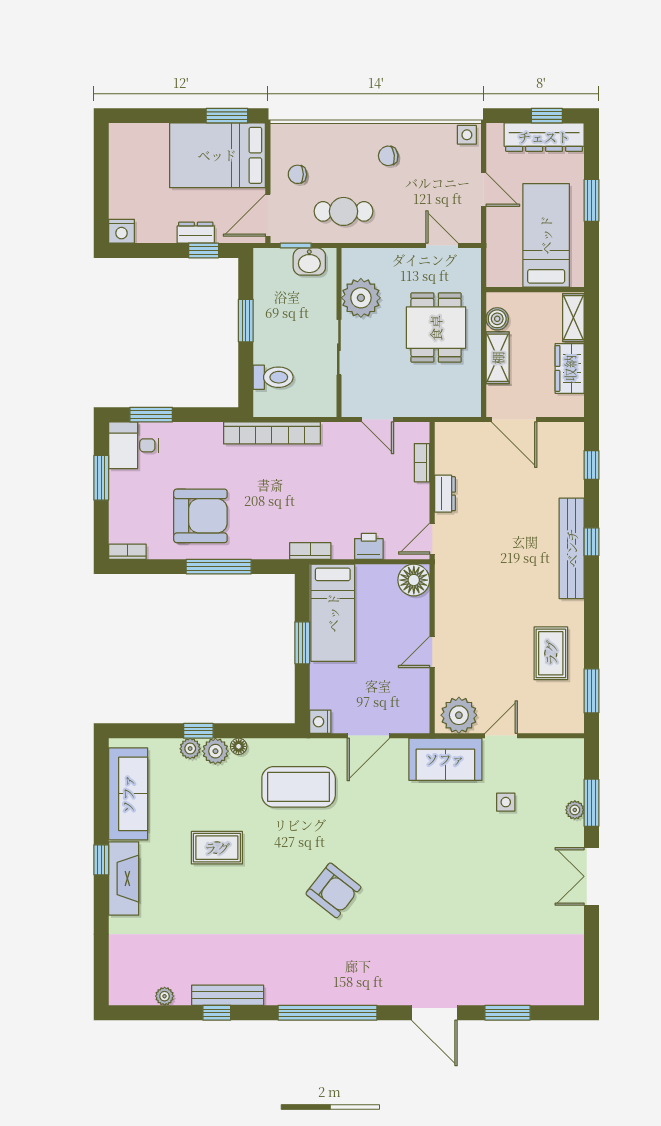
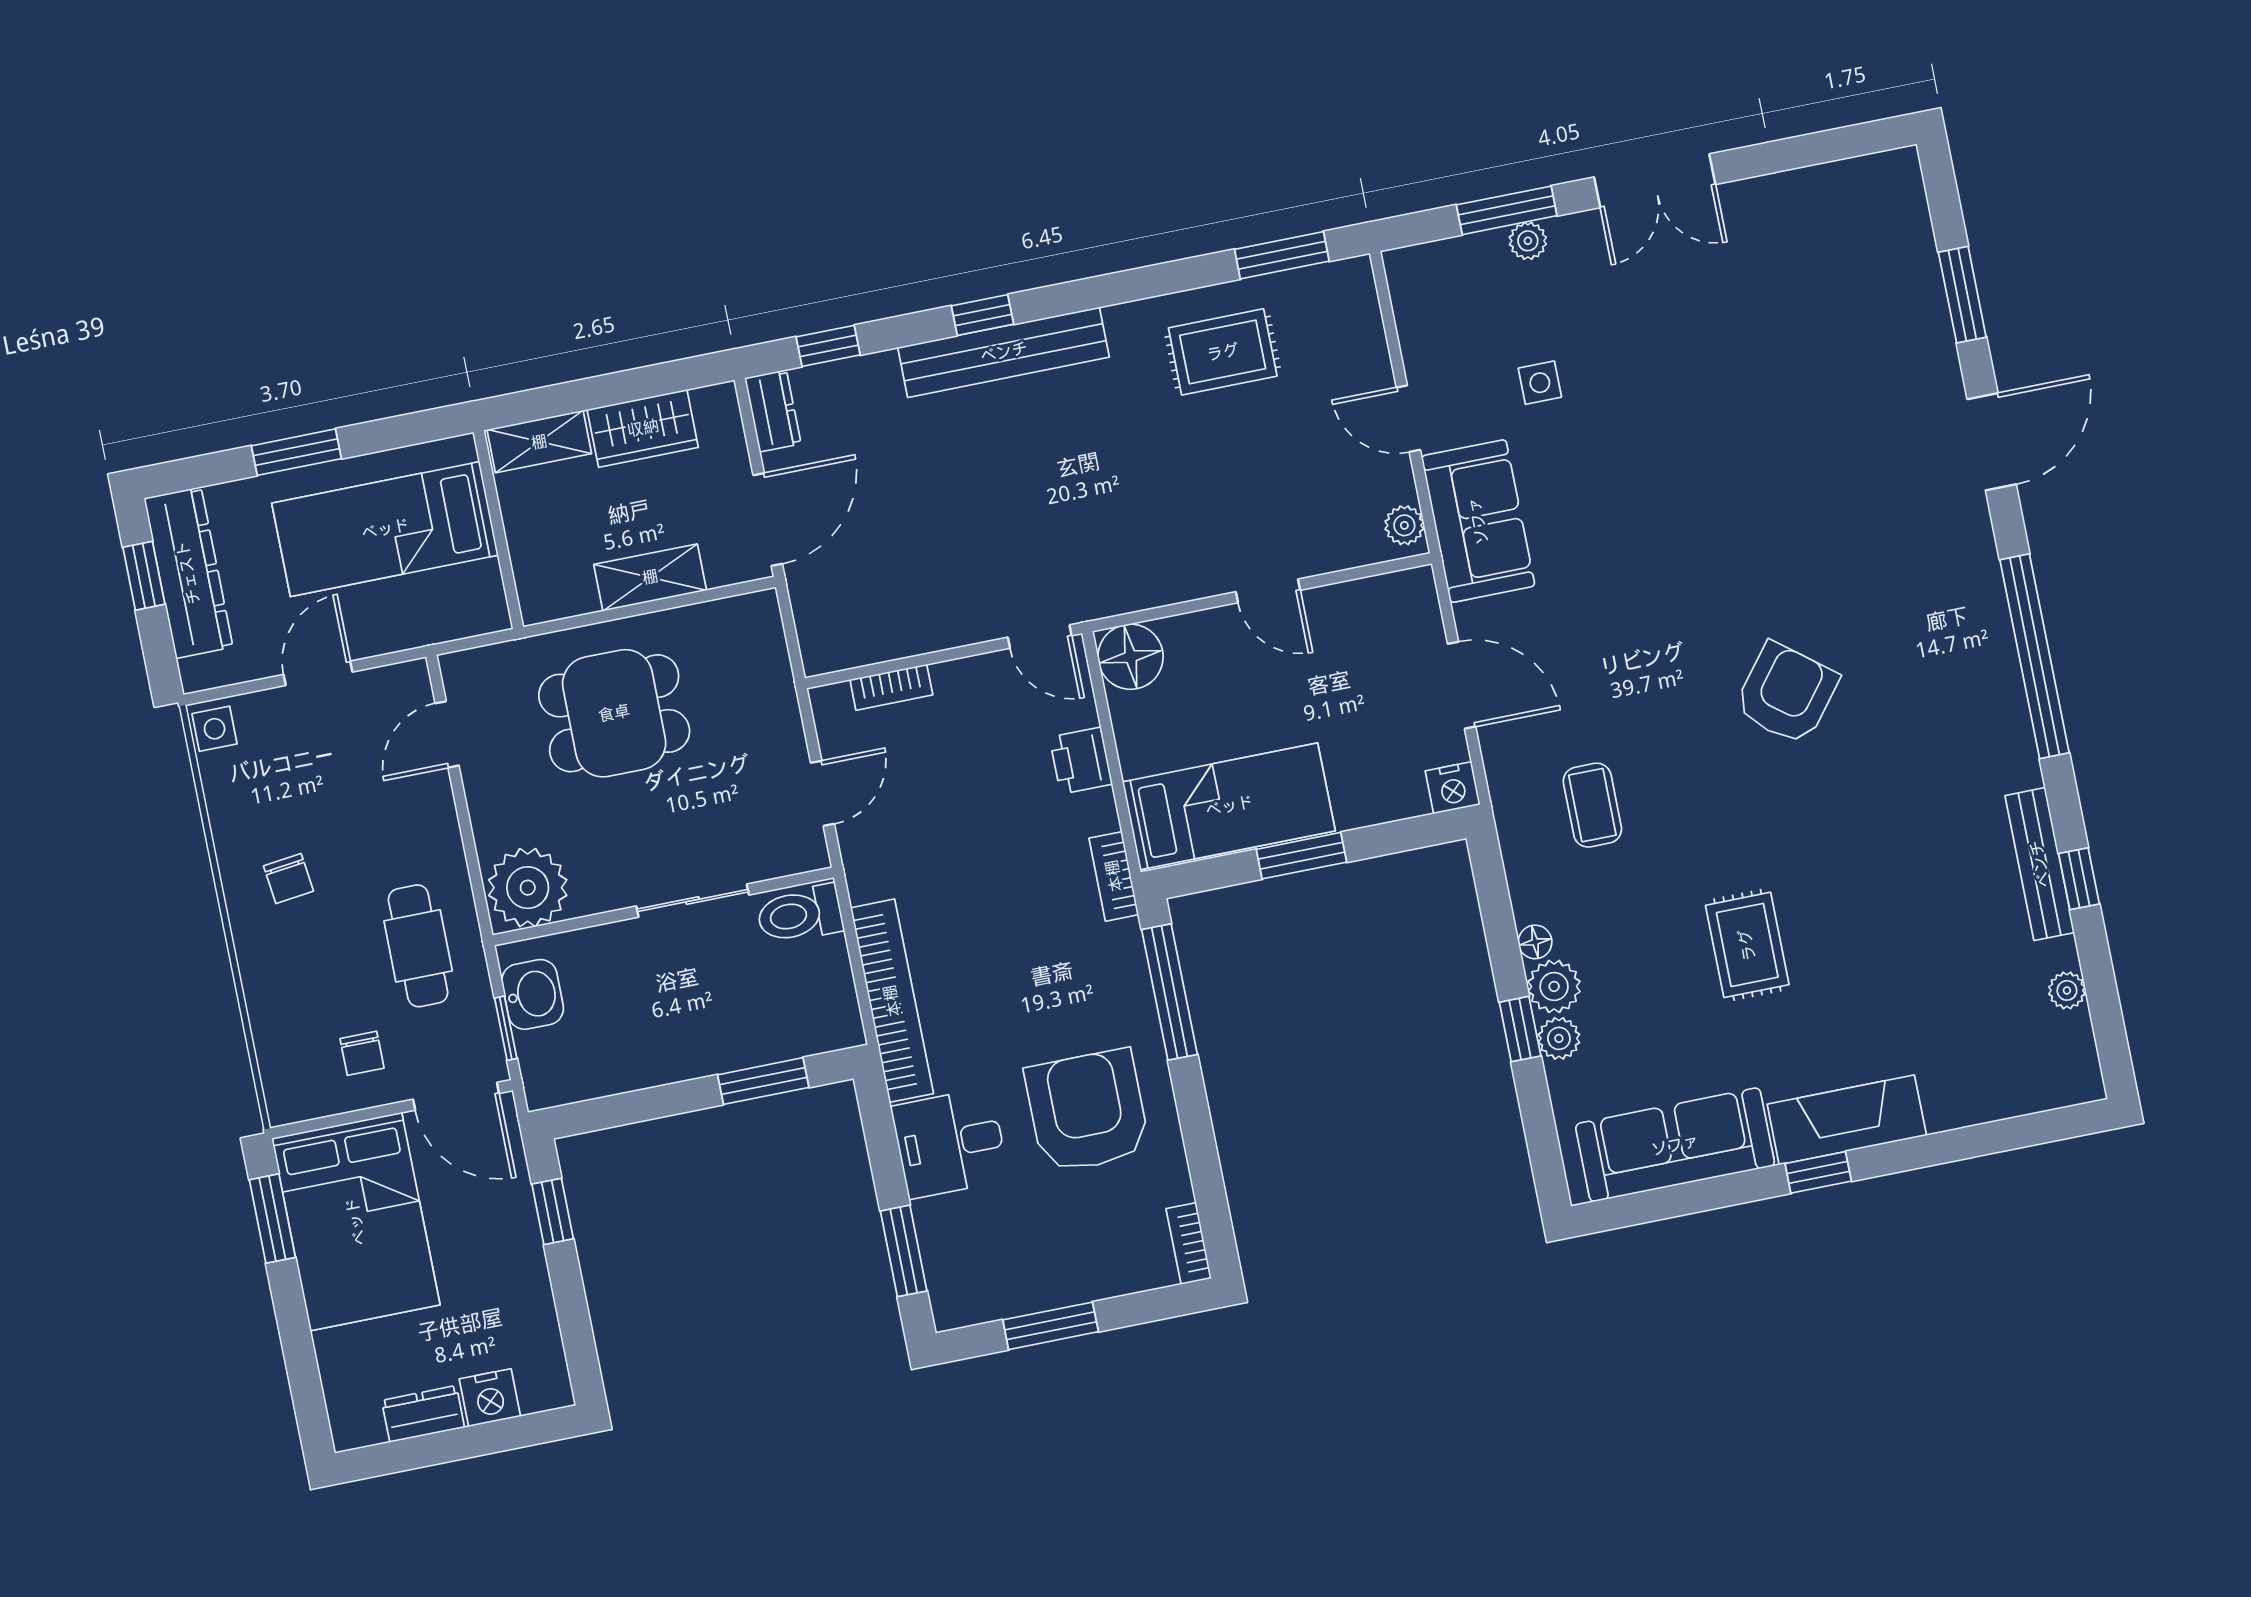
nightstand: (121, 231) -> (490, 1398), moved, turned 90
dresser: (196, 233) -> (423, 1414), moved, turned 90
plant: (361, 298) -> (528, 888), moved
boiler: (497, 319) -> (572, 594), removed
window: (246, 321) -> (763, 1081), moved
toilet: (273, 377) -> (800, 914), moved, turned -90
desk: (134, 445) -> (950, 1143), moved, turned 90
dresser: (445, 494) -> (773, 411), moved, turned 90
window: (219, 567) -> (1169, 992), moved
plant: (459, 715) -> (1404, 525), width x0.53, depth x0.53
coffee table: (299, 787) -> (1592, 805), width x0.54, depth x0.58

